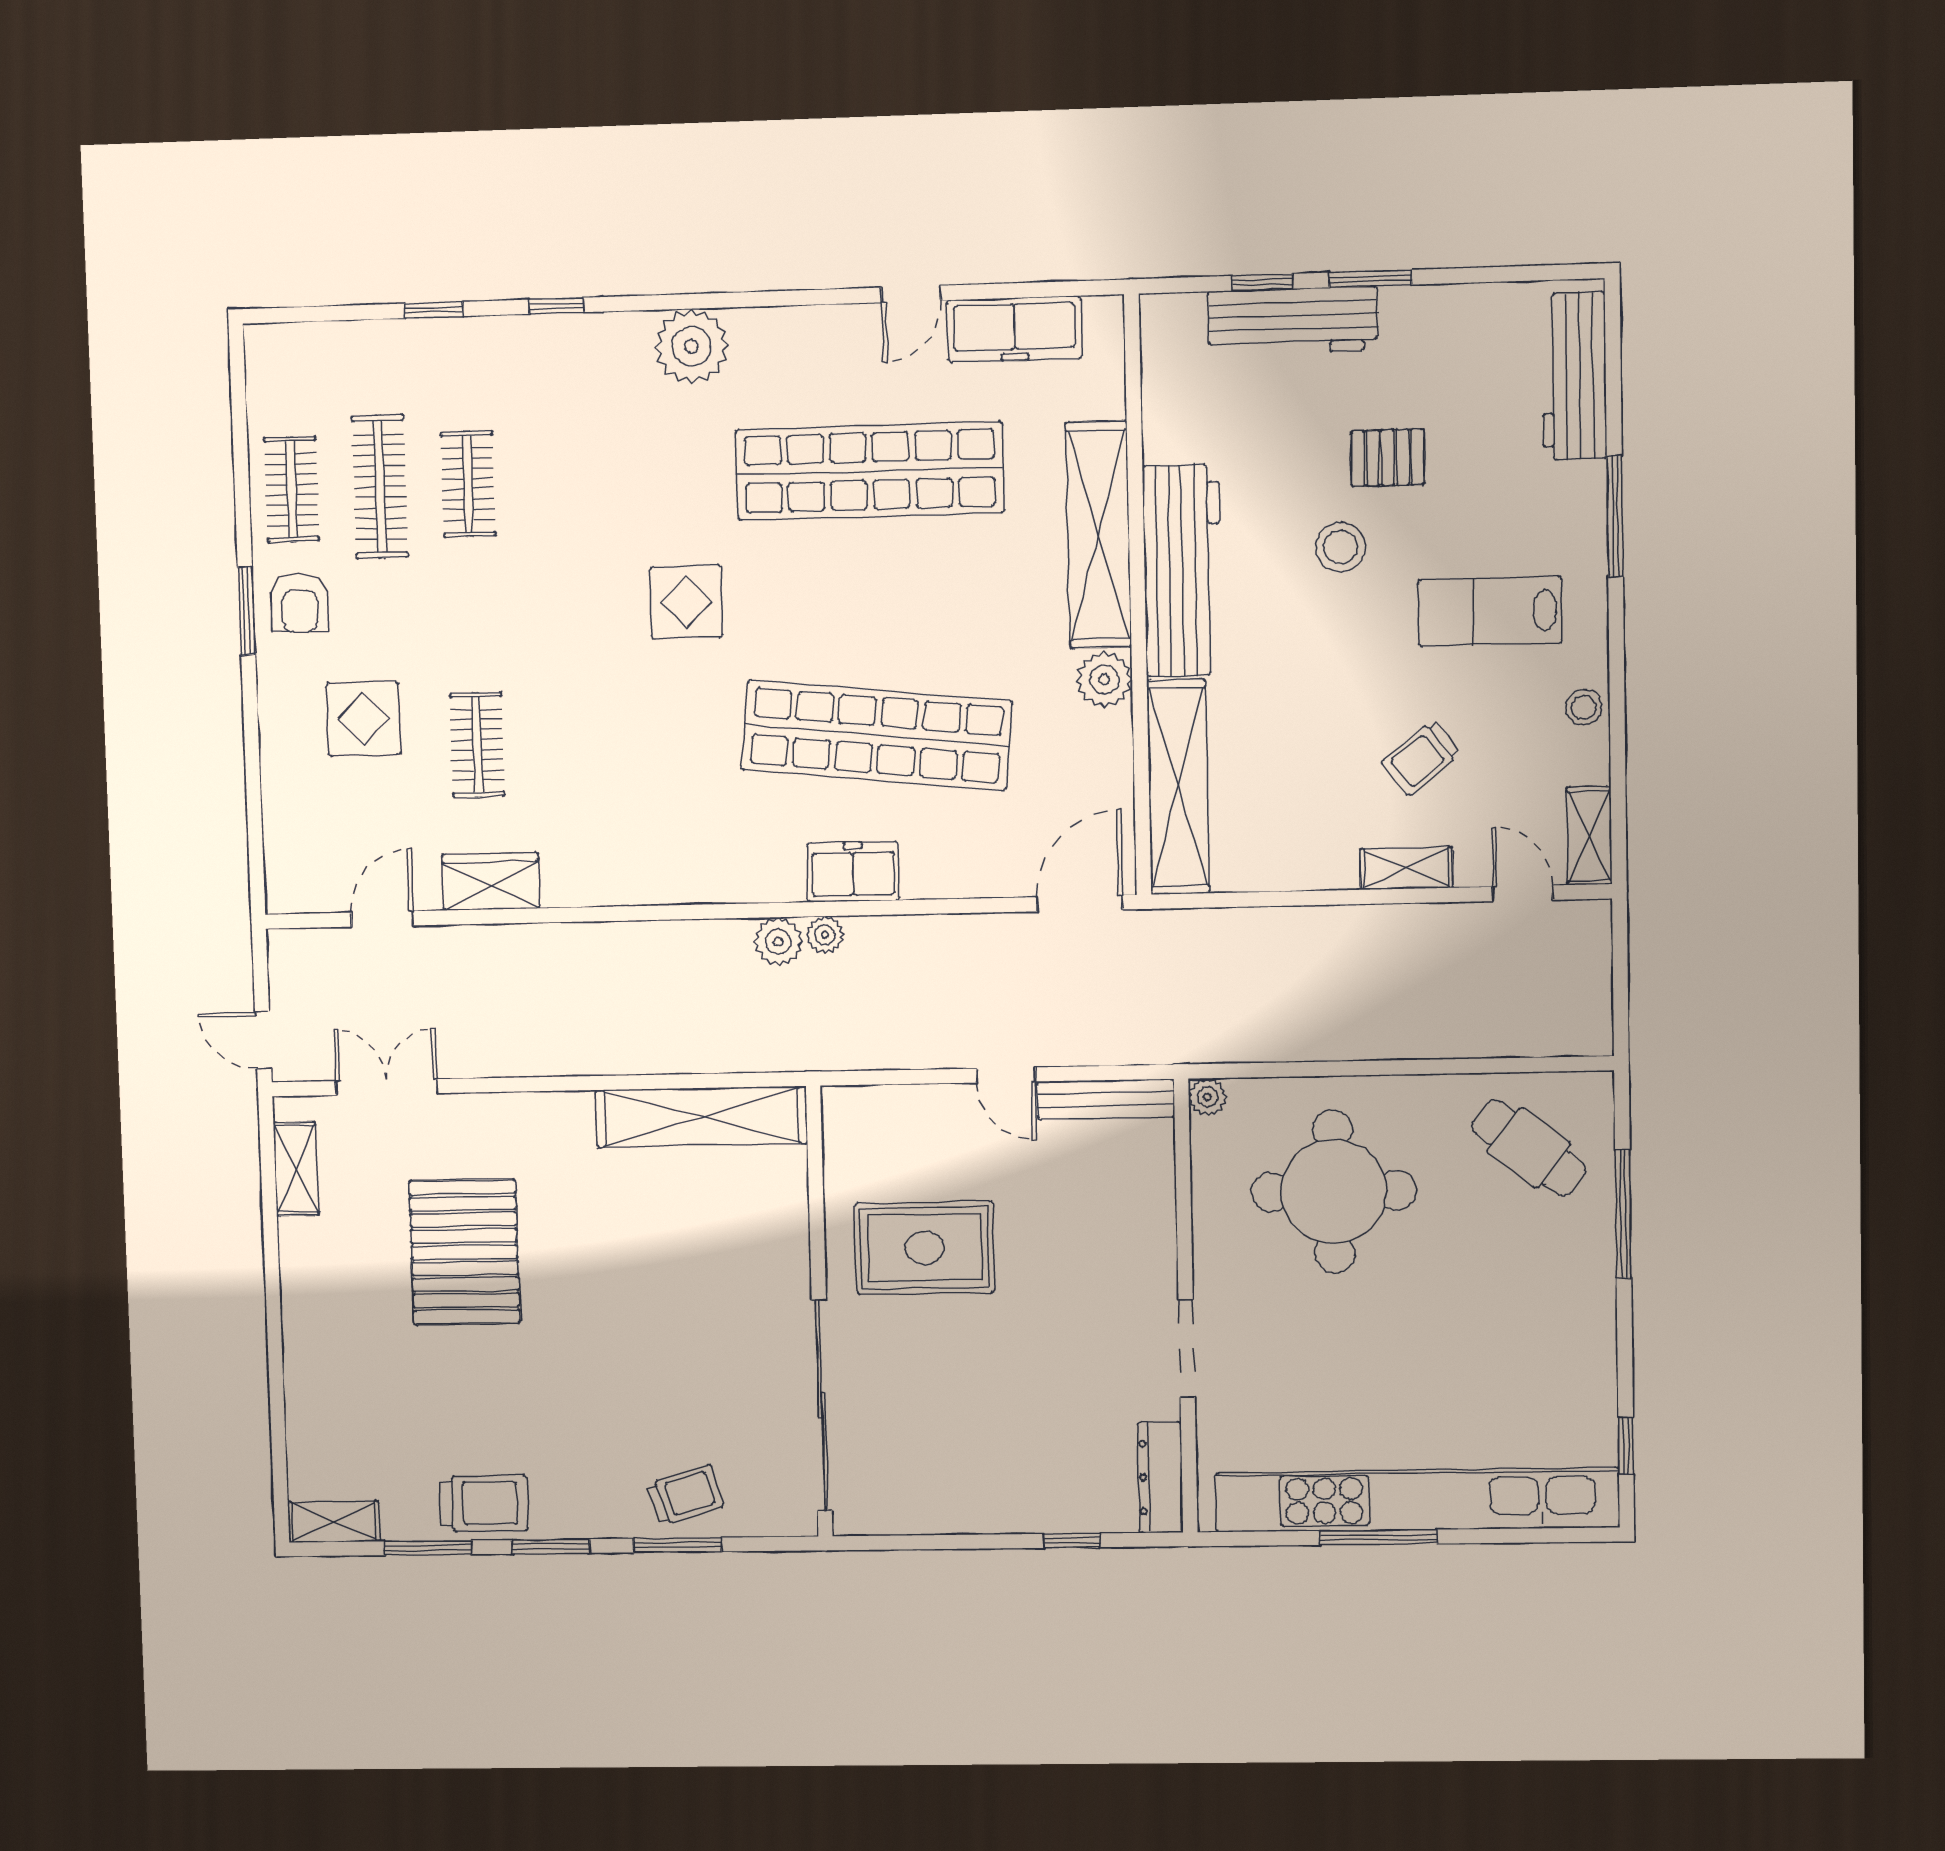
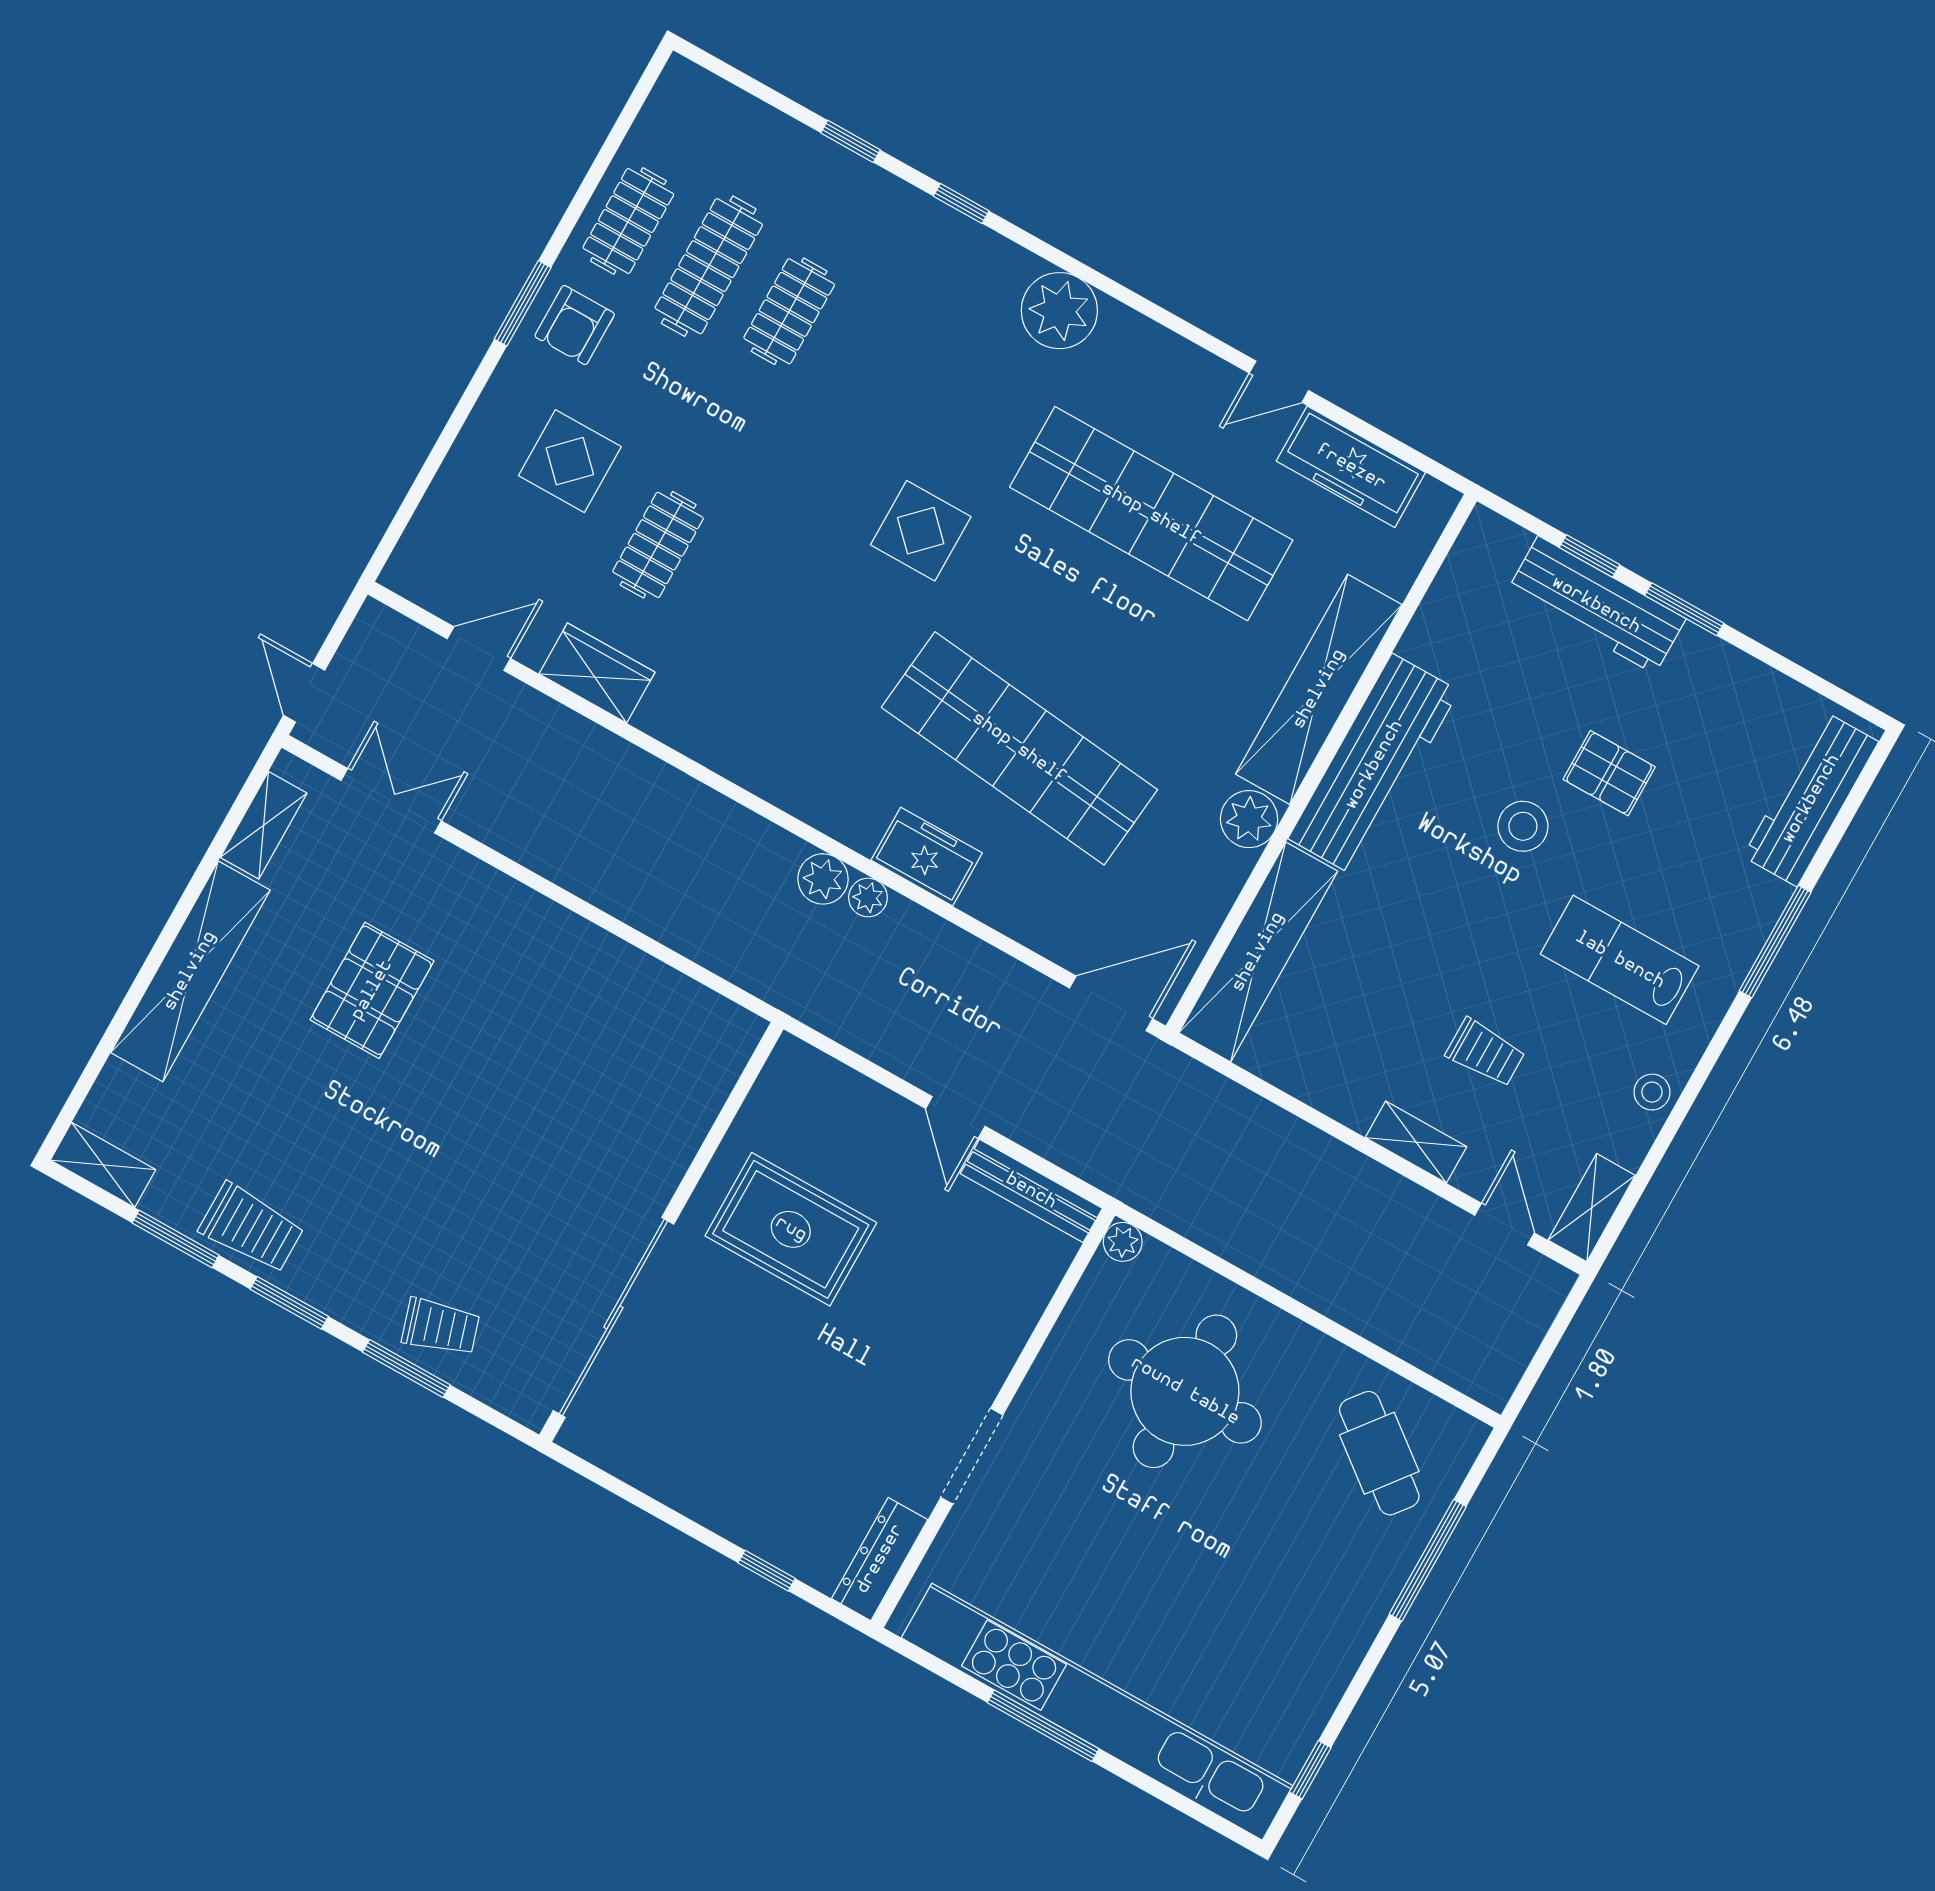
trolley: (1421, 758) -> (1485, 1053), turned -142
shelving: (701, 1117) -> (190, 971), moved, turned 90
pallet: (464, 1252) -> (372, 990), width x0.73, depth x0.71

